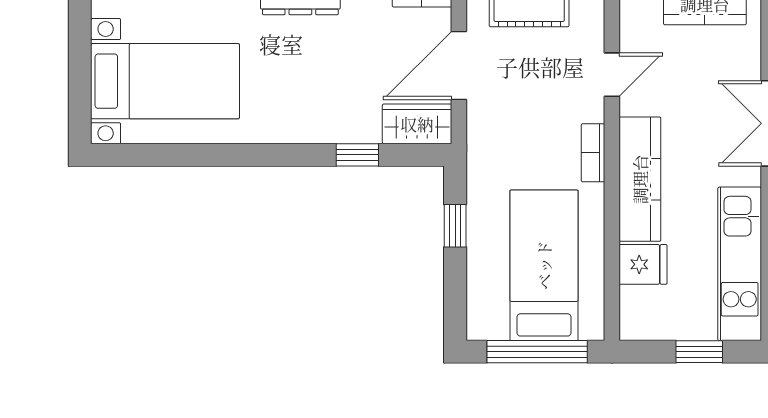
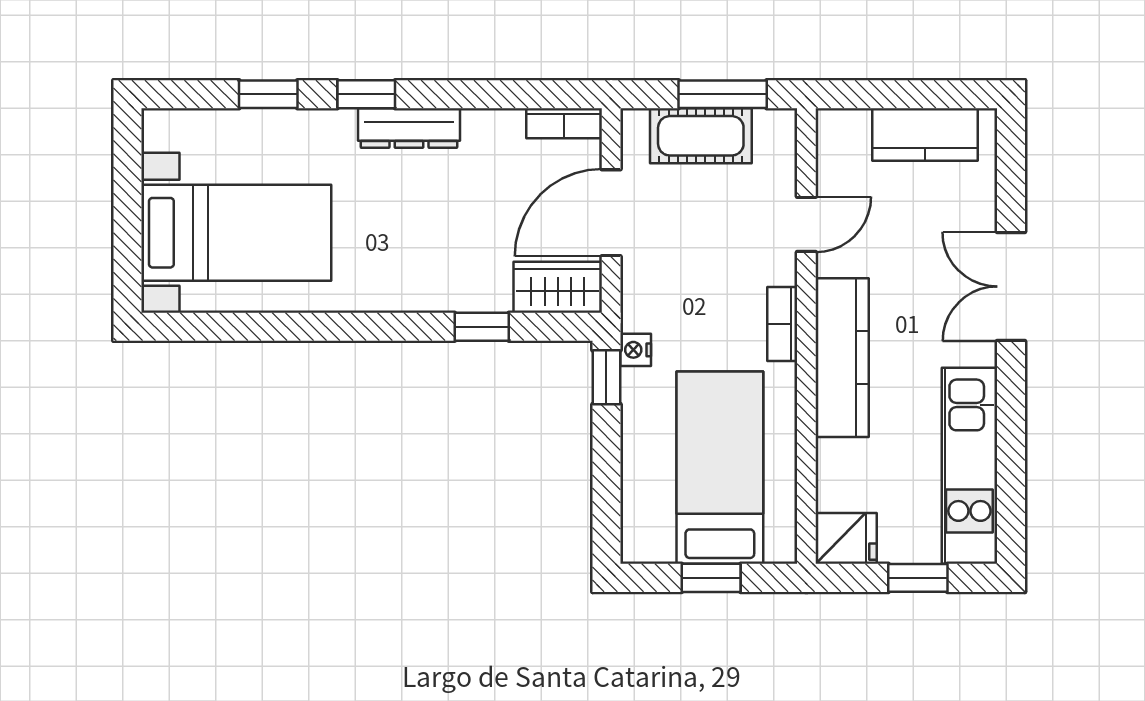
nightstand: (478, 173) -> (636, 350), added
window: (455, 226) -> (606, 377), moved
fridge: (643, 264) -> (846, 538), moved
window: (537, 352) -> (711, 578), width x0.46

